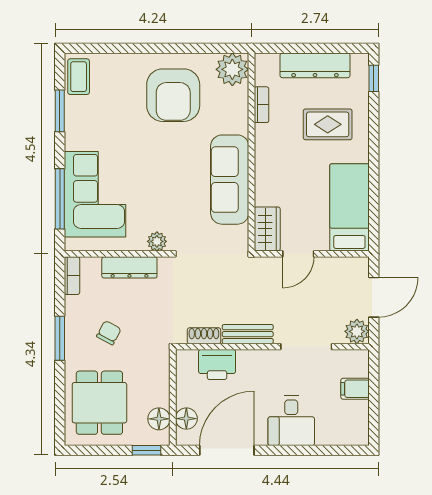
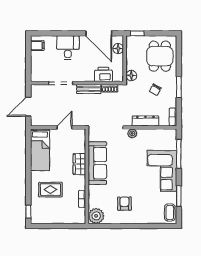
dresser: (315, 65) -> (56, 218), removed
armchair: (173, 95) -> (124, 204), width x0.53, depth x0.53
corner sofa: (95, 194) -> (162, 171), moved
wardrobe: (267, 229) -> (79, 164), moved
plant: (357, 331) -> (36, 90), removed
filing cabinet: (355, 389) -> (37, 45), moved
floor lamp: (159, 419) -> (131, 76), moved
door: (227, 450) -> (99, 33), hinge flipped

